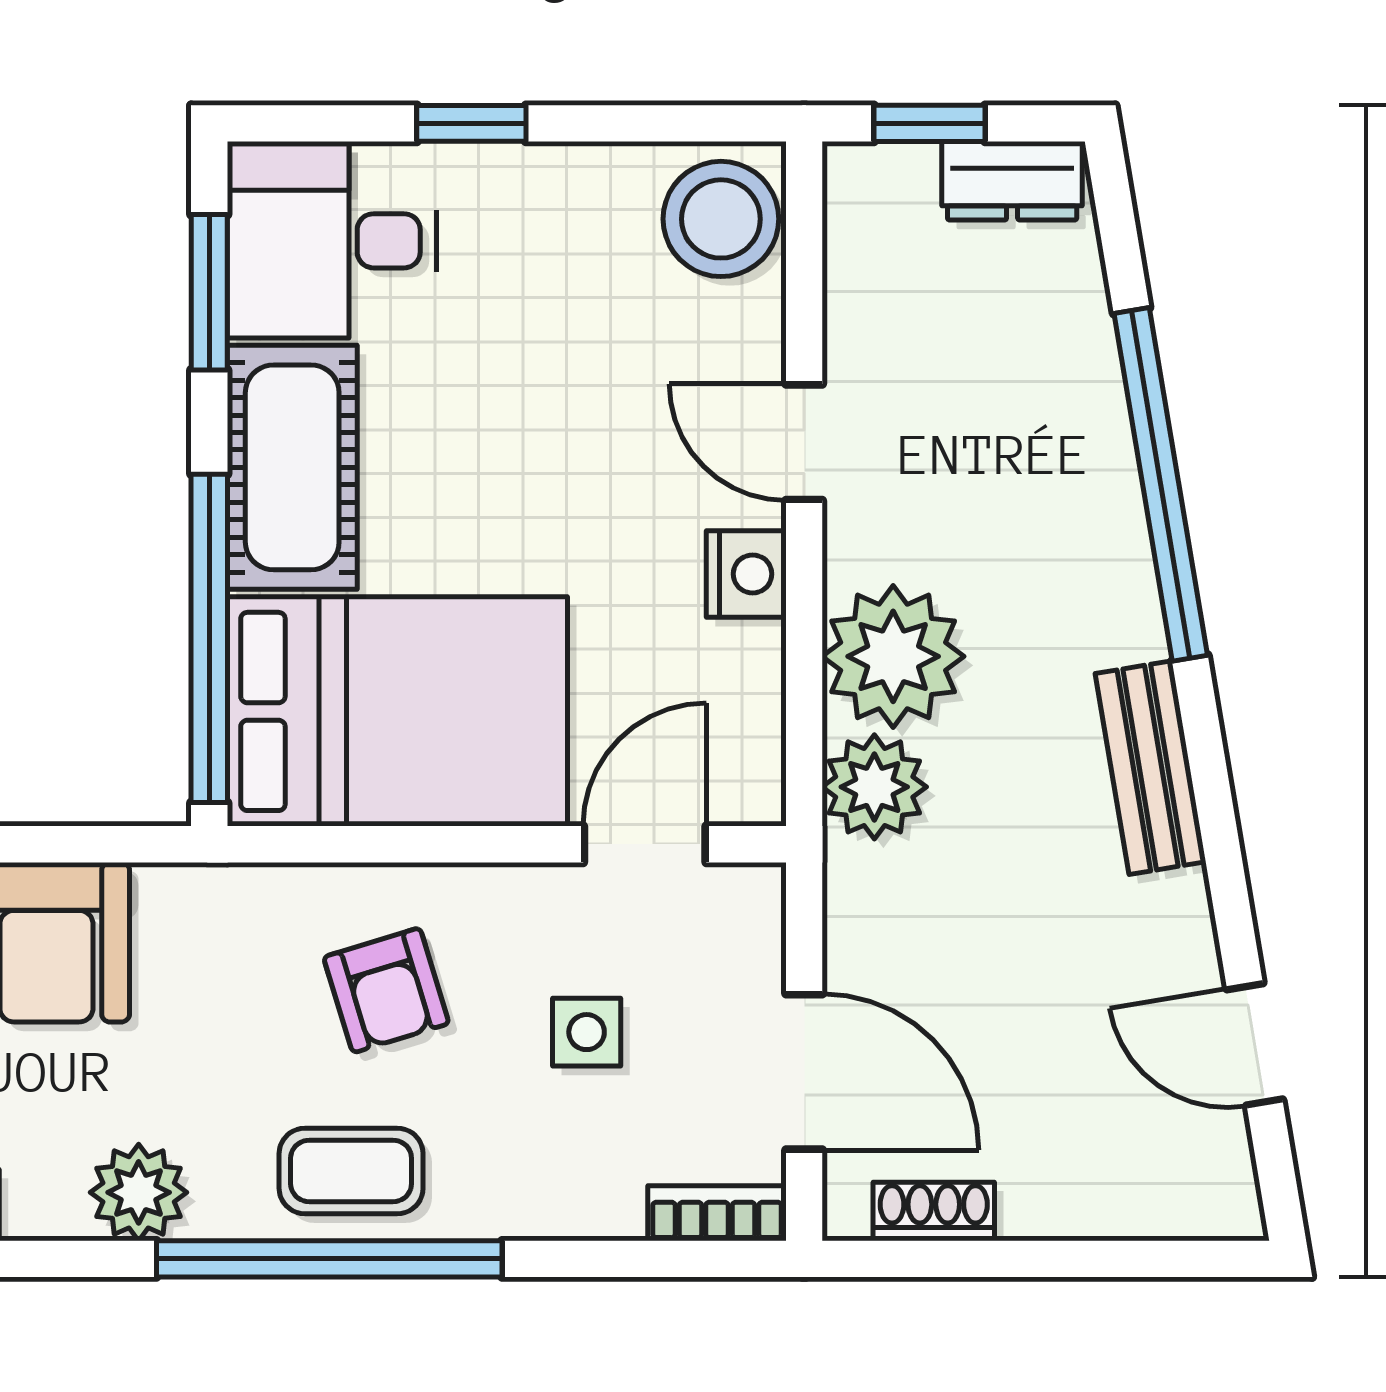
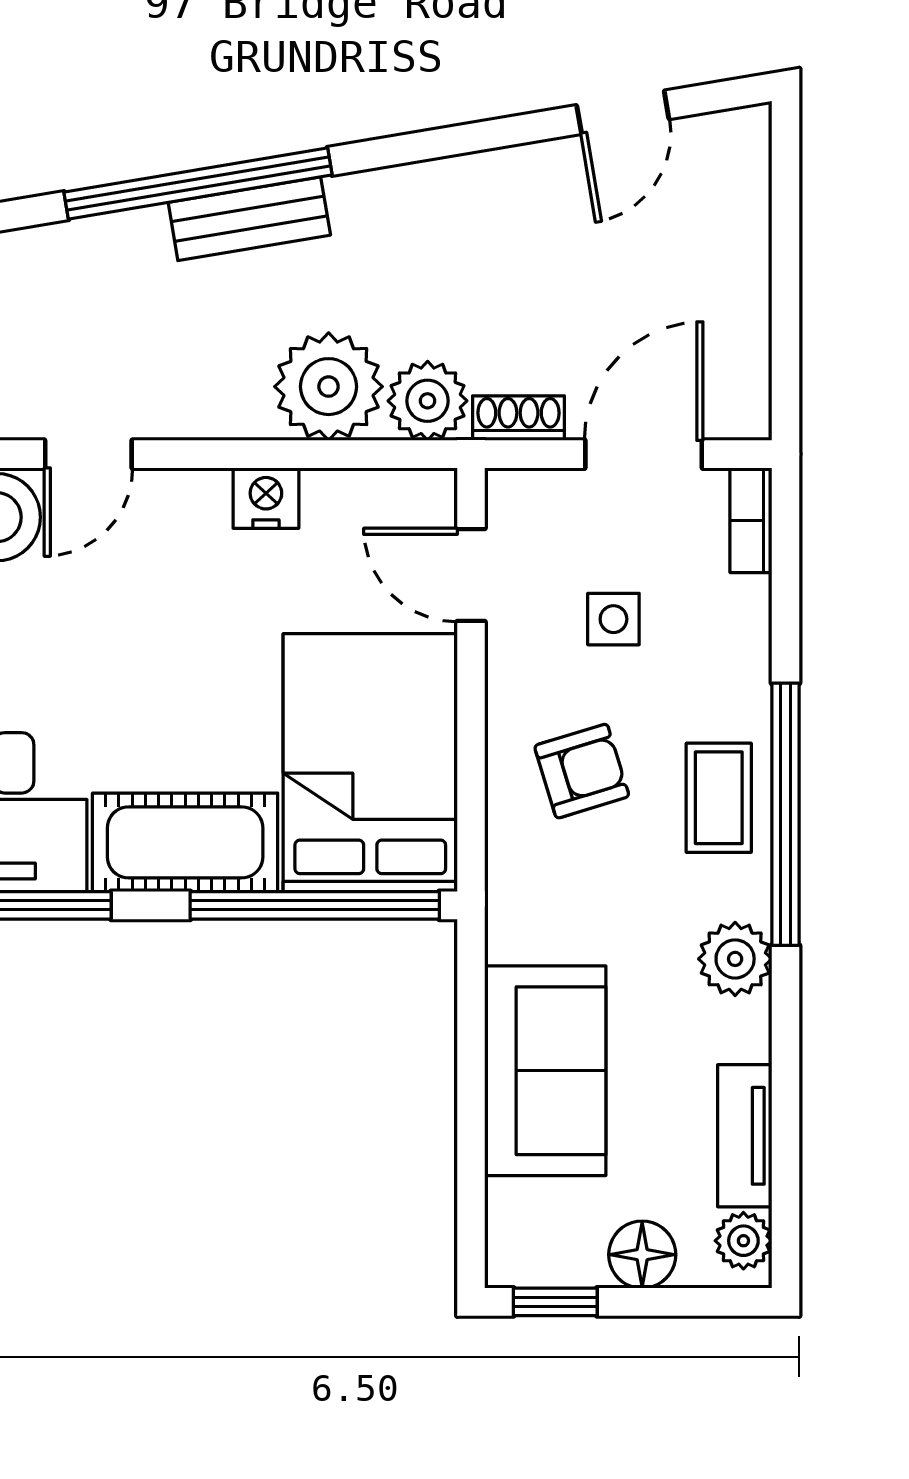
door: (804, 442) -> (88, 454), moved
bench: (1151, 768) -> (249, 219), moved
shoe rack: (934, 1211) -> (519, 418), moved, turned 90

